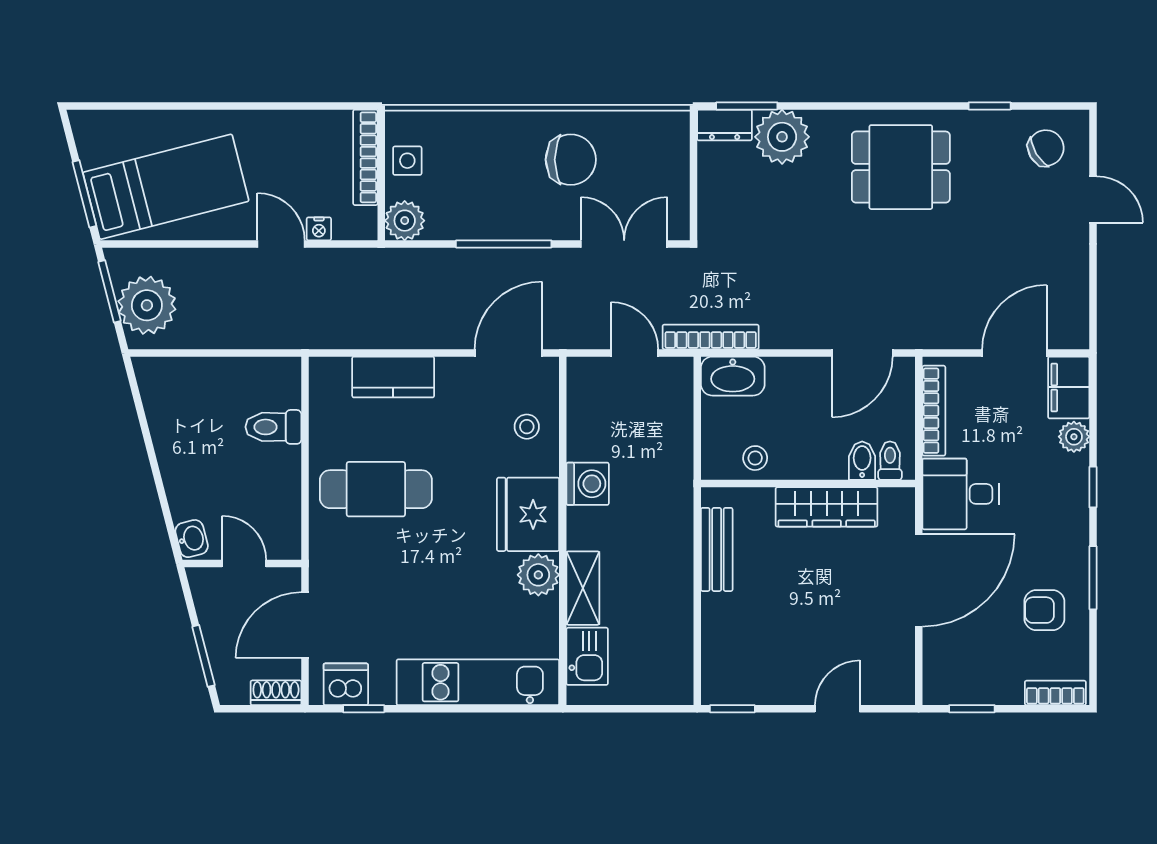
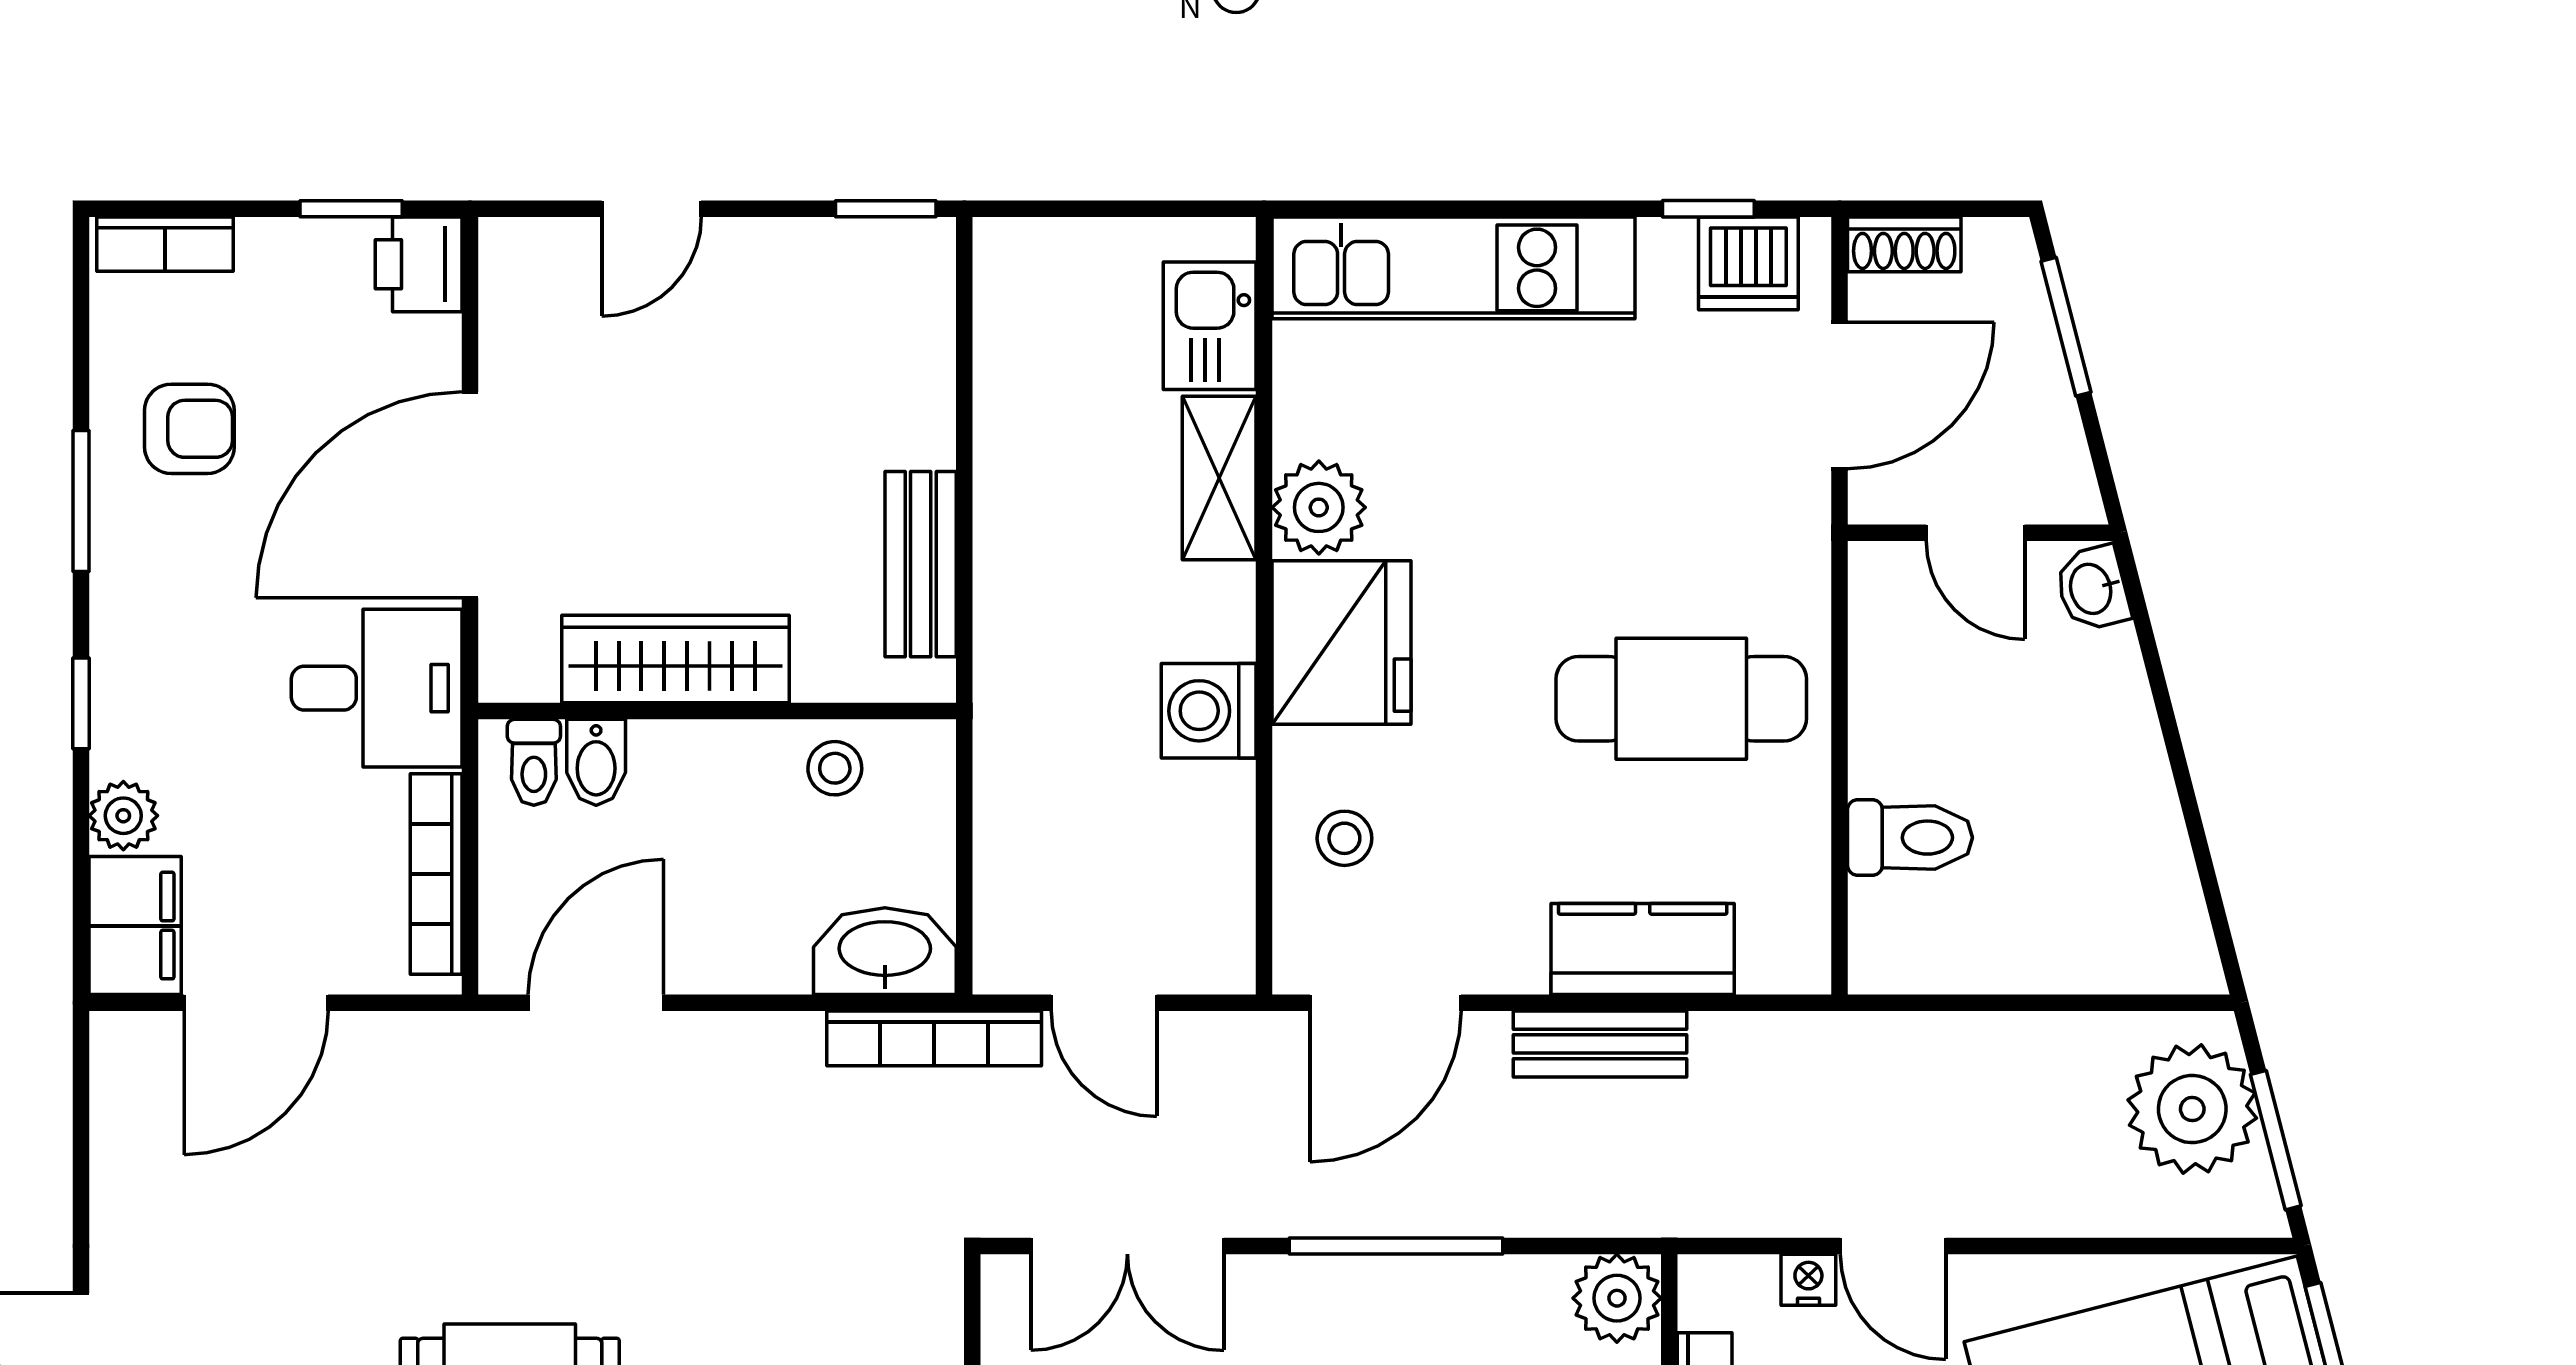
bench: (412, 334) -> (1600, 1044), added
printer: (942, 684) -> (419, 264), added

